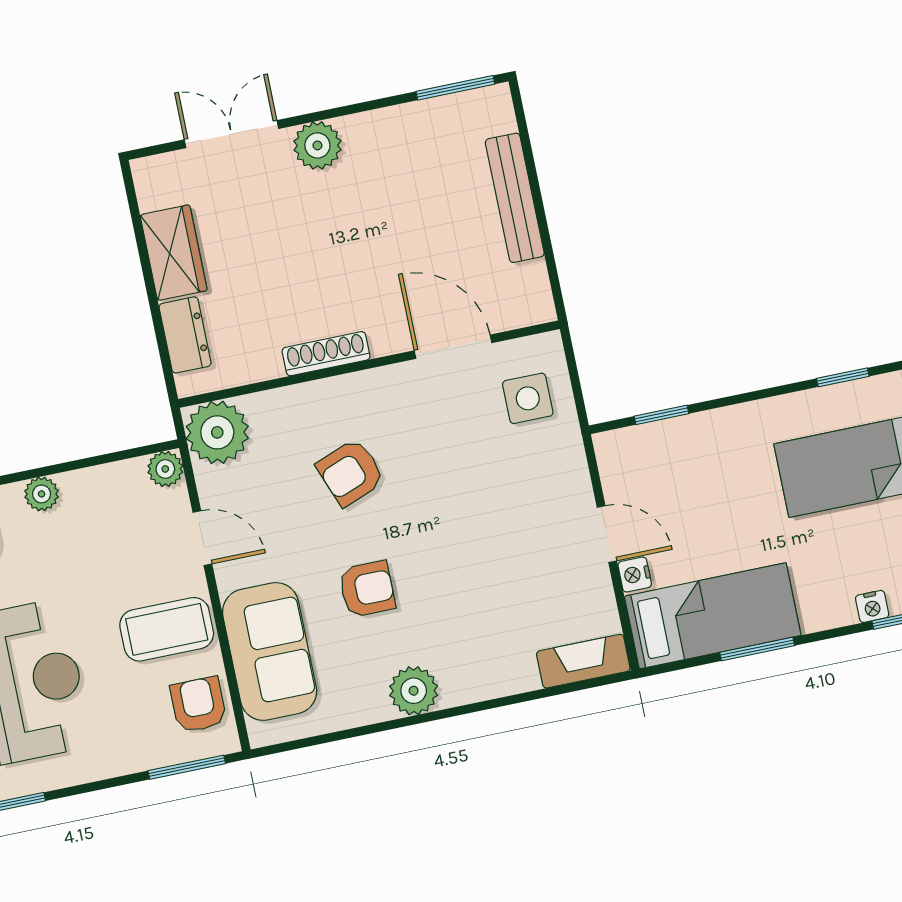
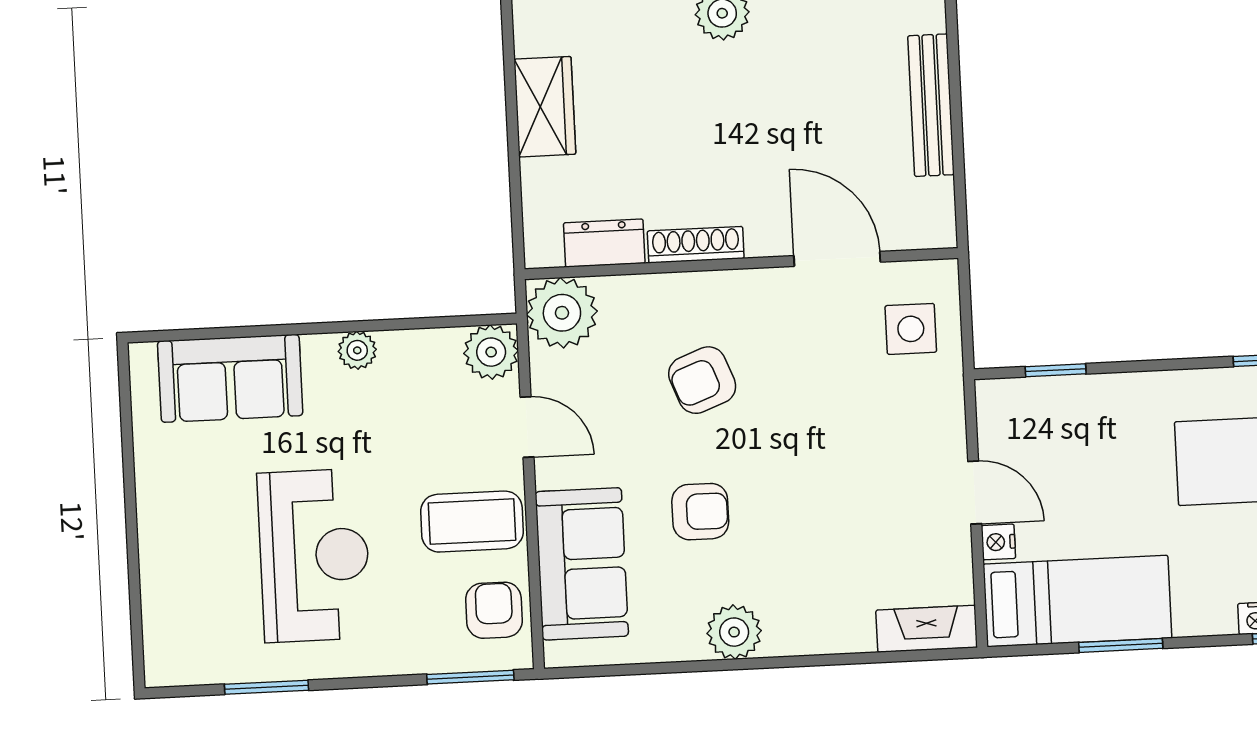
dresser: (185, 335) -> (604, 243), moved, turned -90
plant: (165, 469) -> (491, 352), width x1.38, depth x1.38

